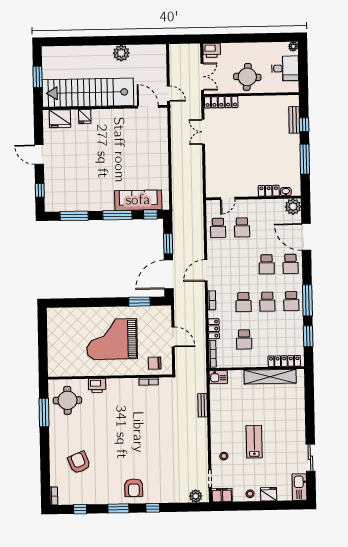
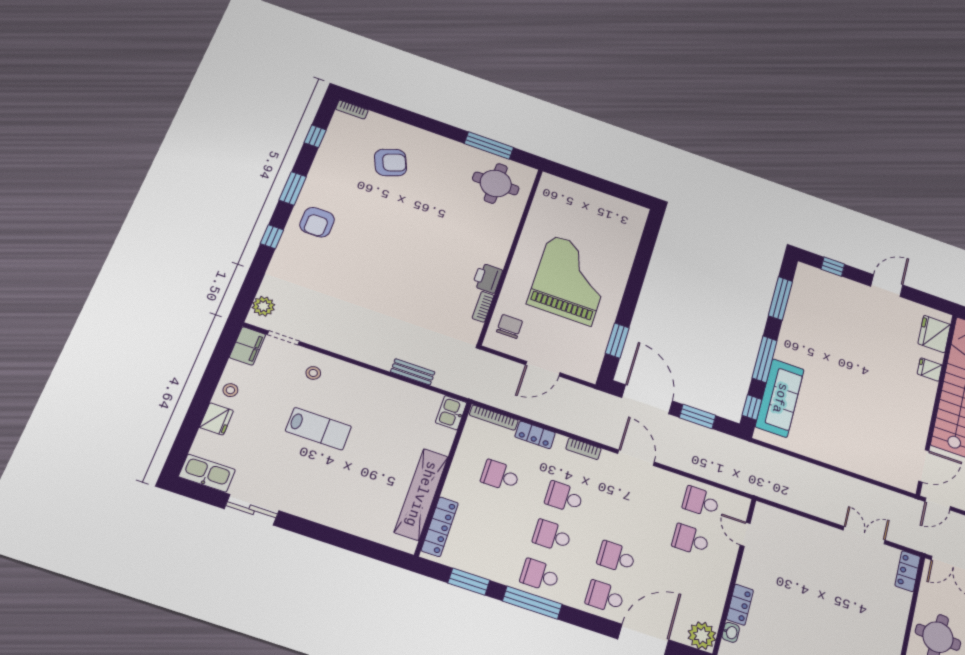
locker: (221, 102) -> (908, 571), width x0.66
printer: (97, 385) -> (487, 278), moved
armchair: (134, 488) -> (317, 222), turned -90

